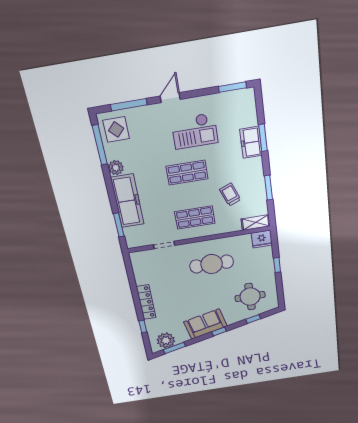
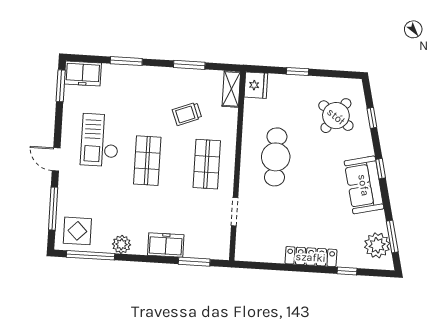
checkout: (195, 131) -> (100, 140), turned 180
freezer: (251, 142) -> (83, 74), moved
freezer: (127, 201) -> (166, 245), width x0.52, depth x0.79
round table: (250, 297) -> (336, 116), turned 36

